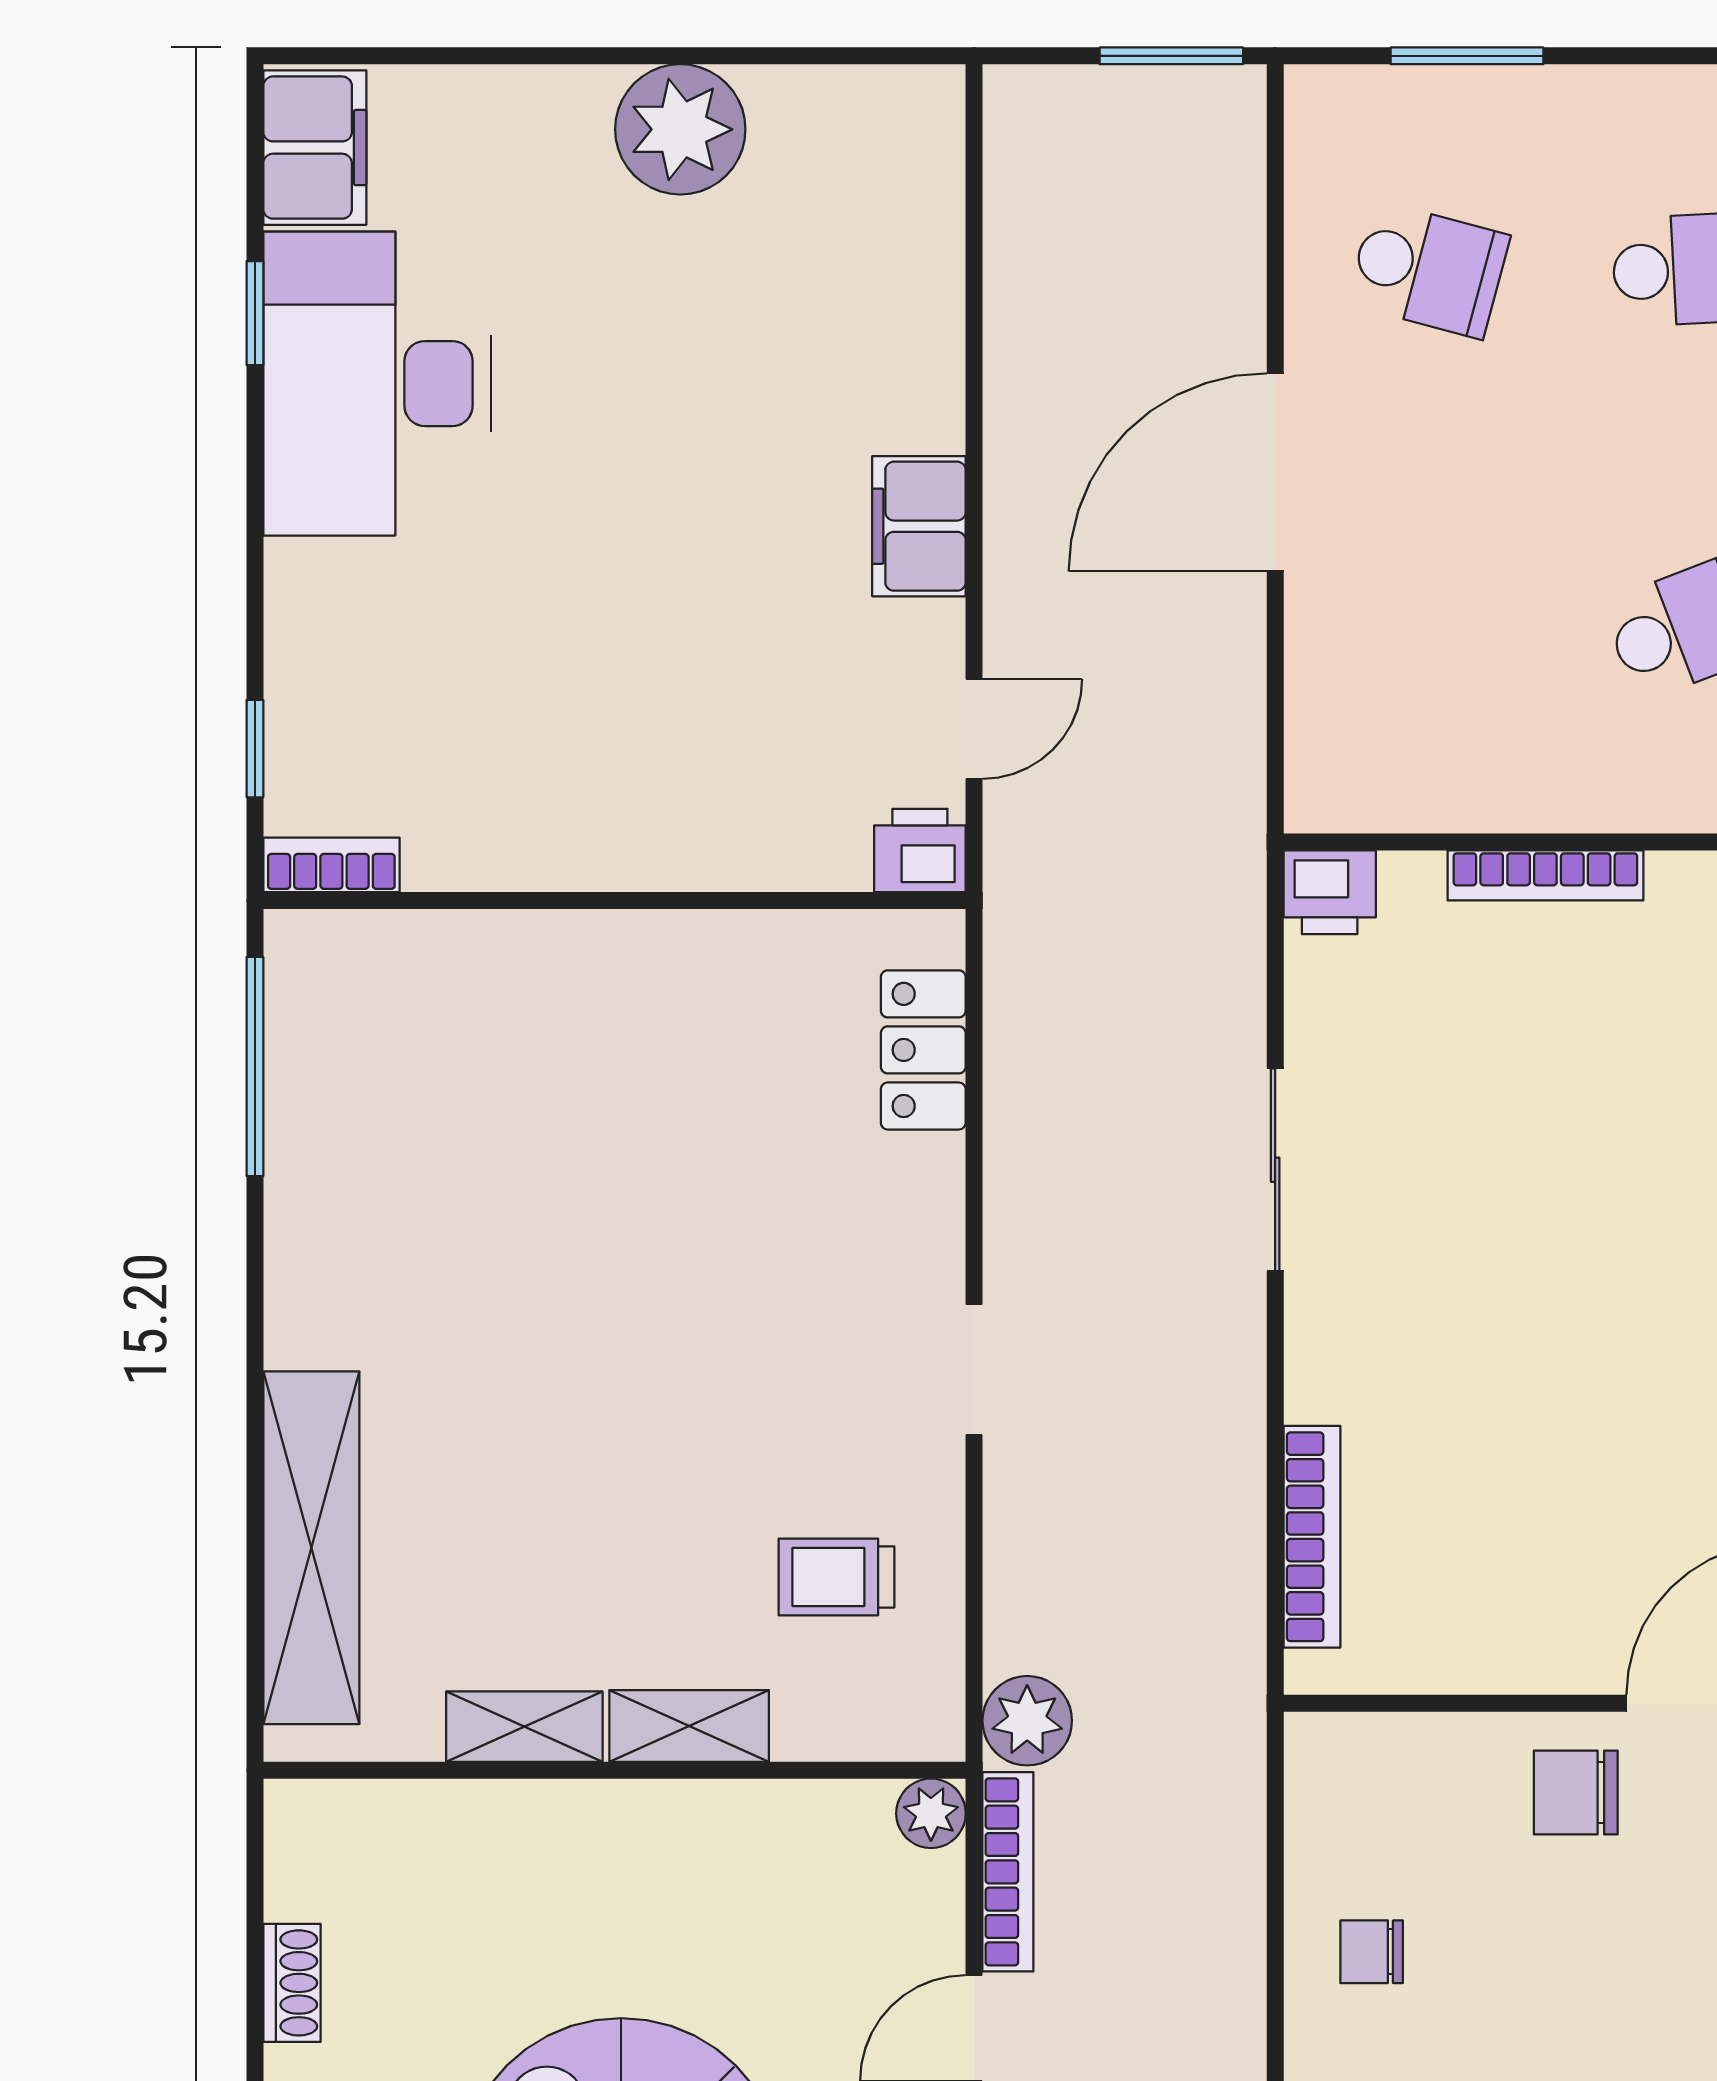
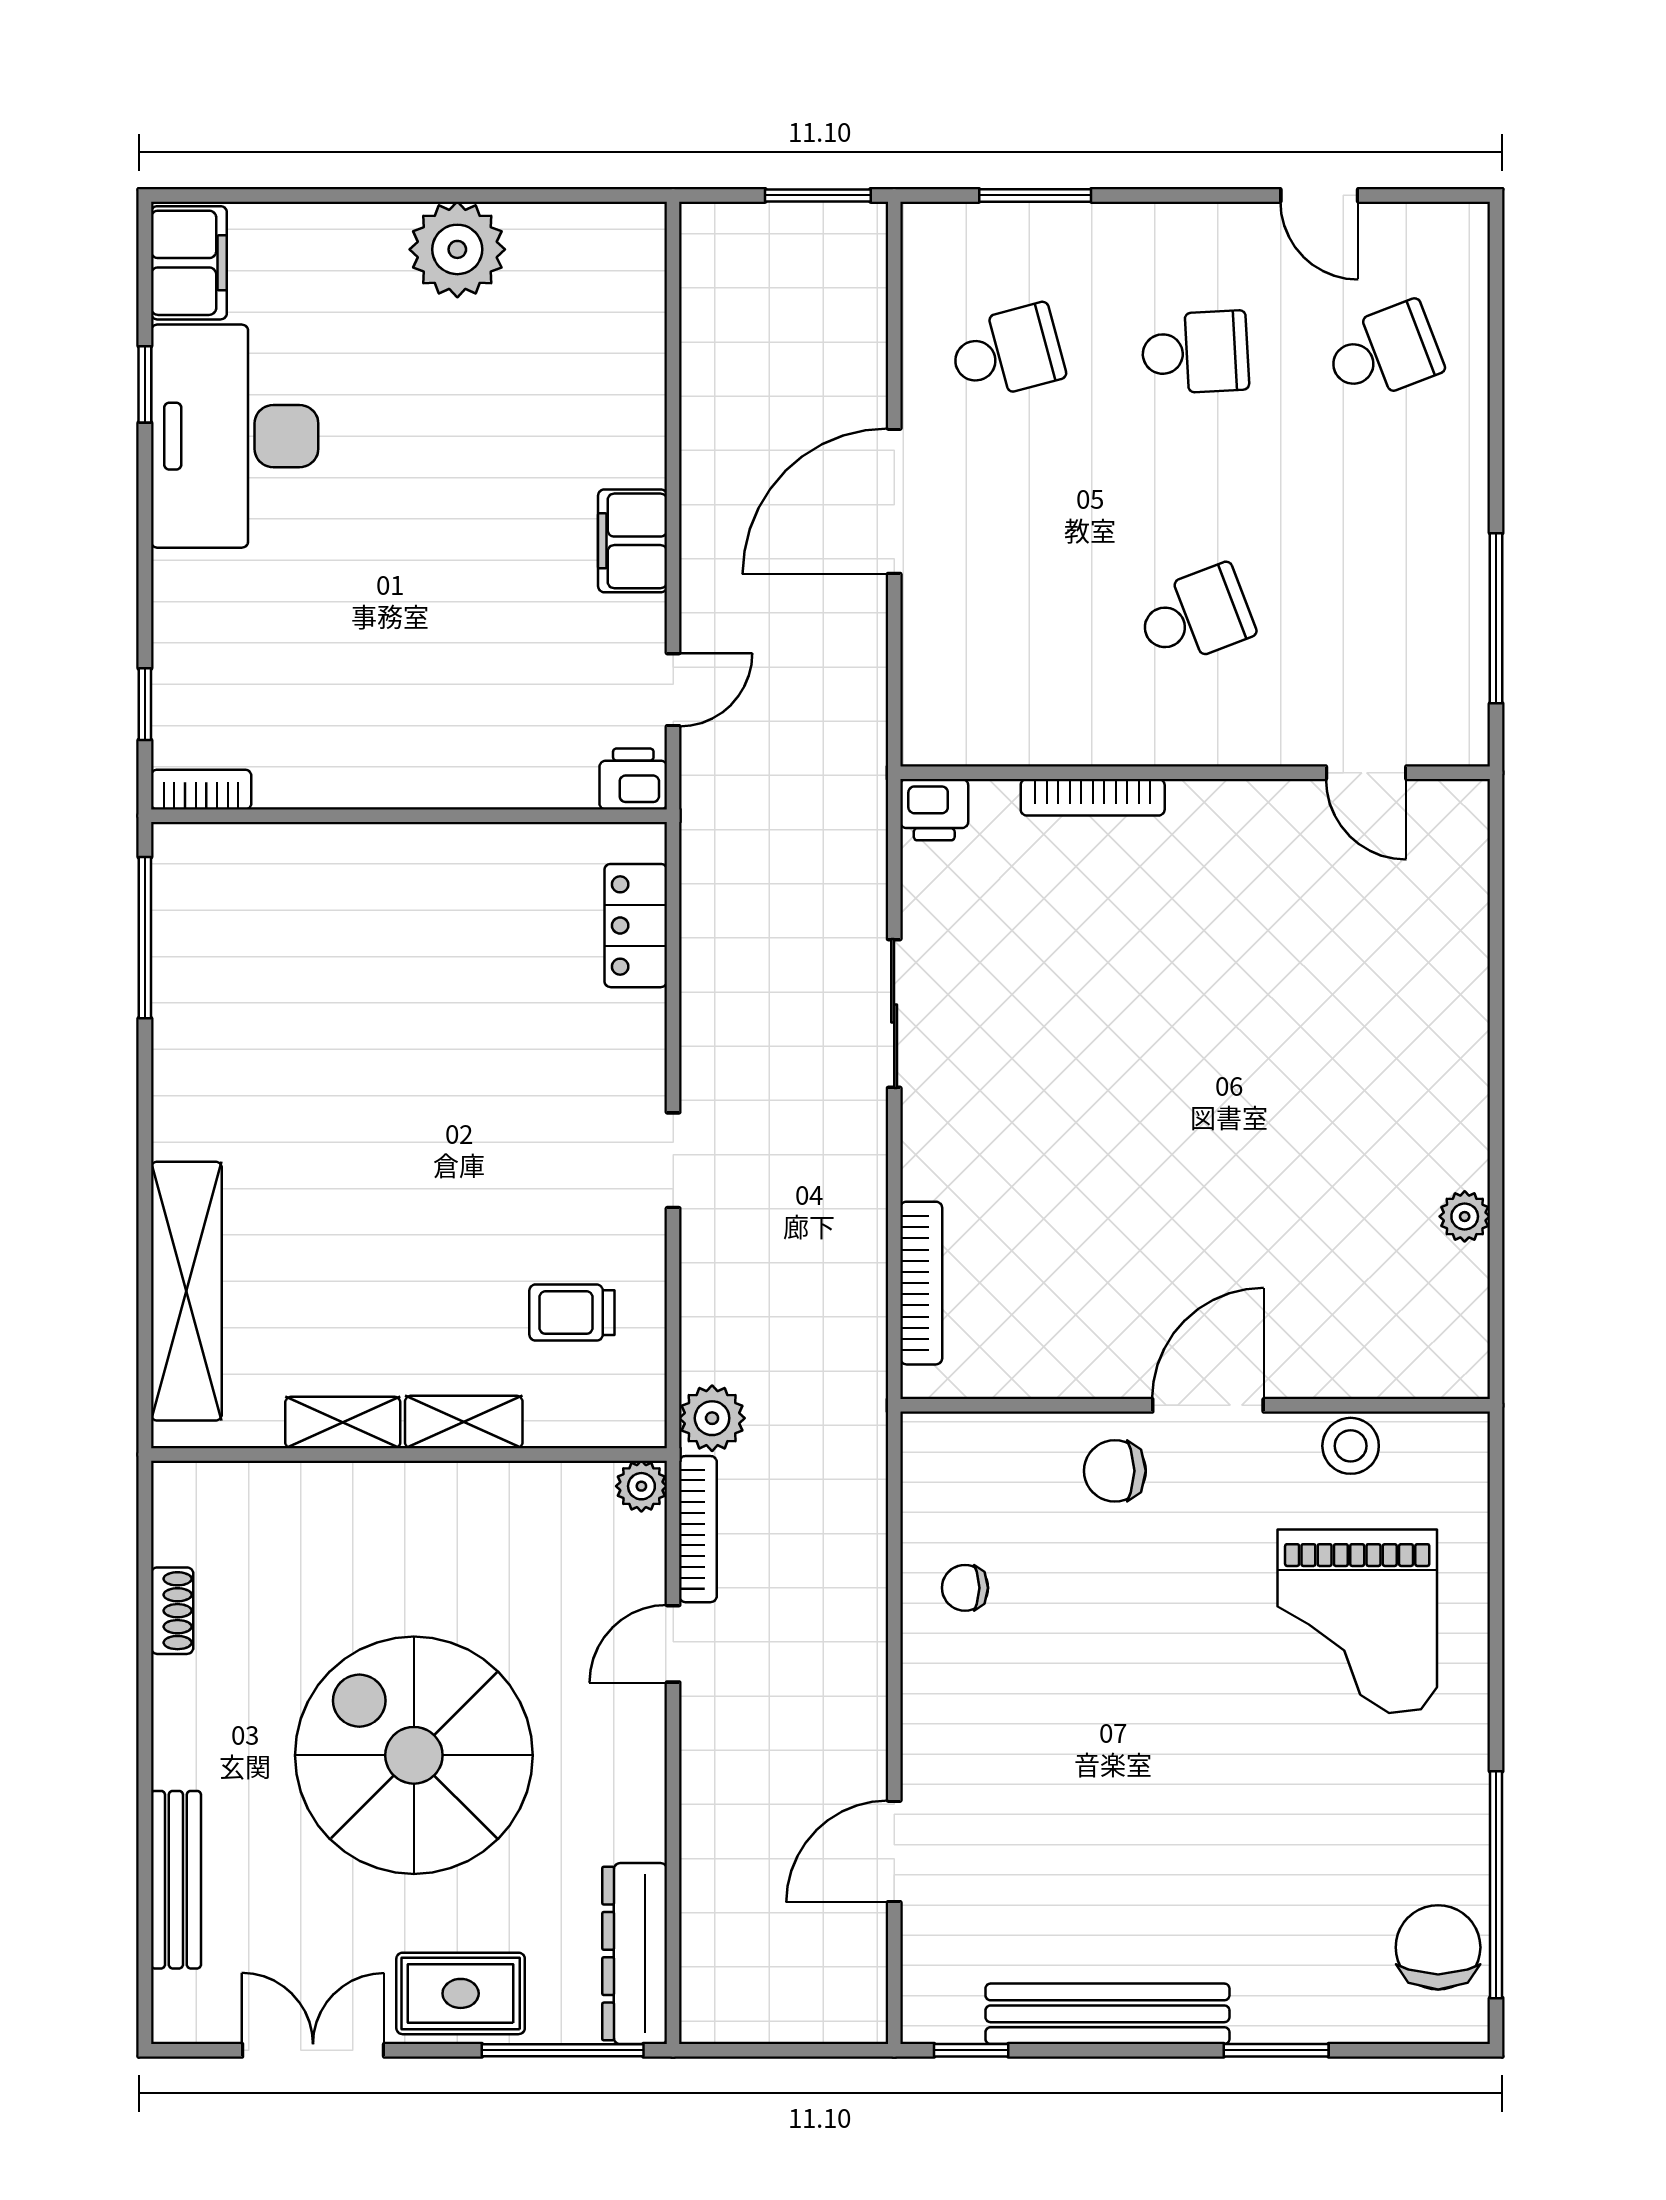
school desk: (1428, 270) -> (1007, 352), turned -30

